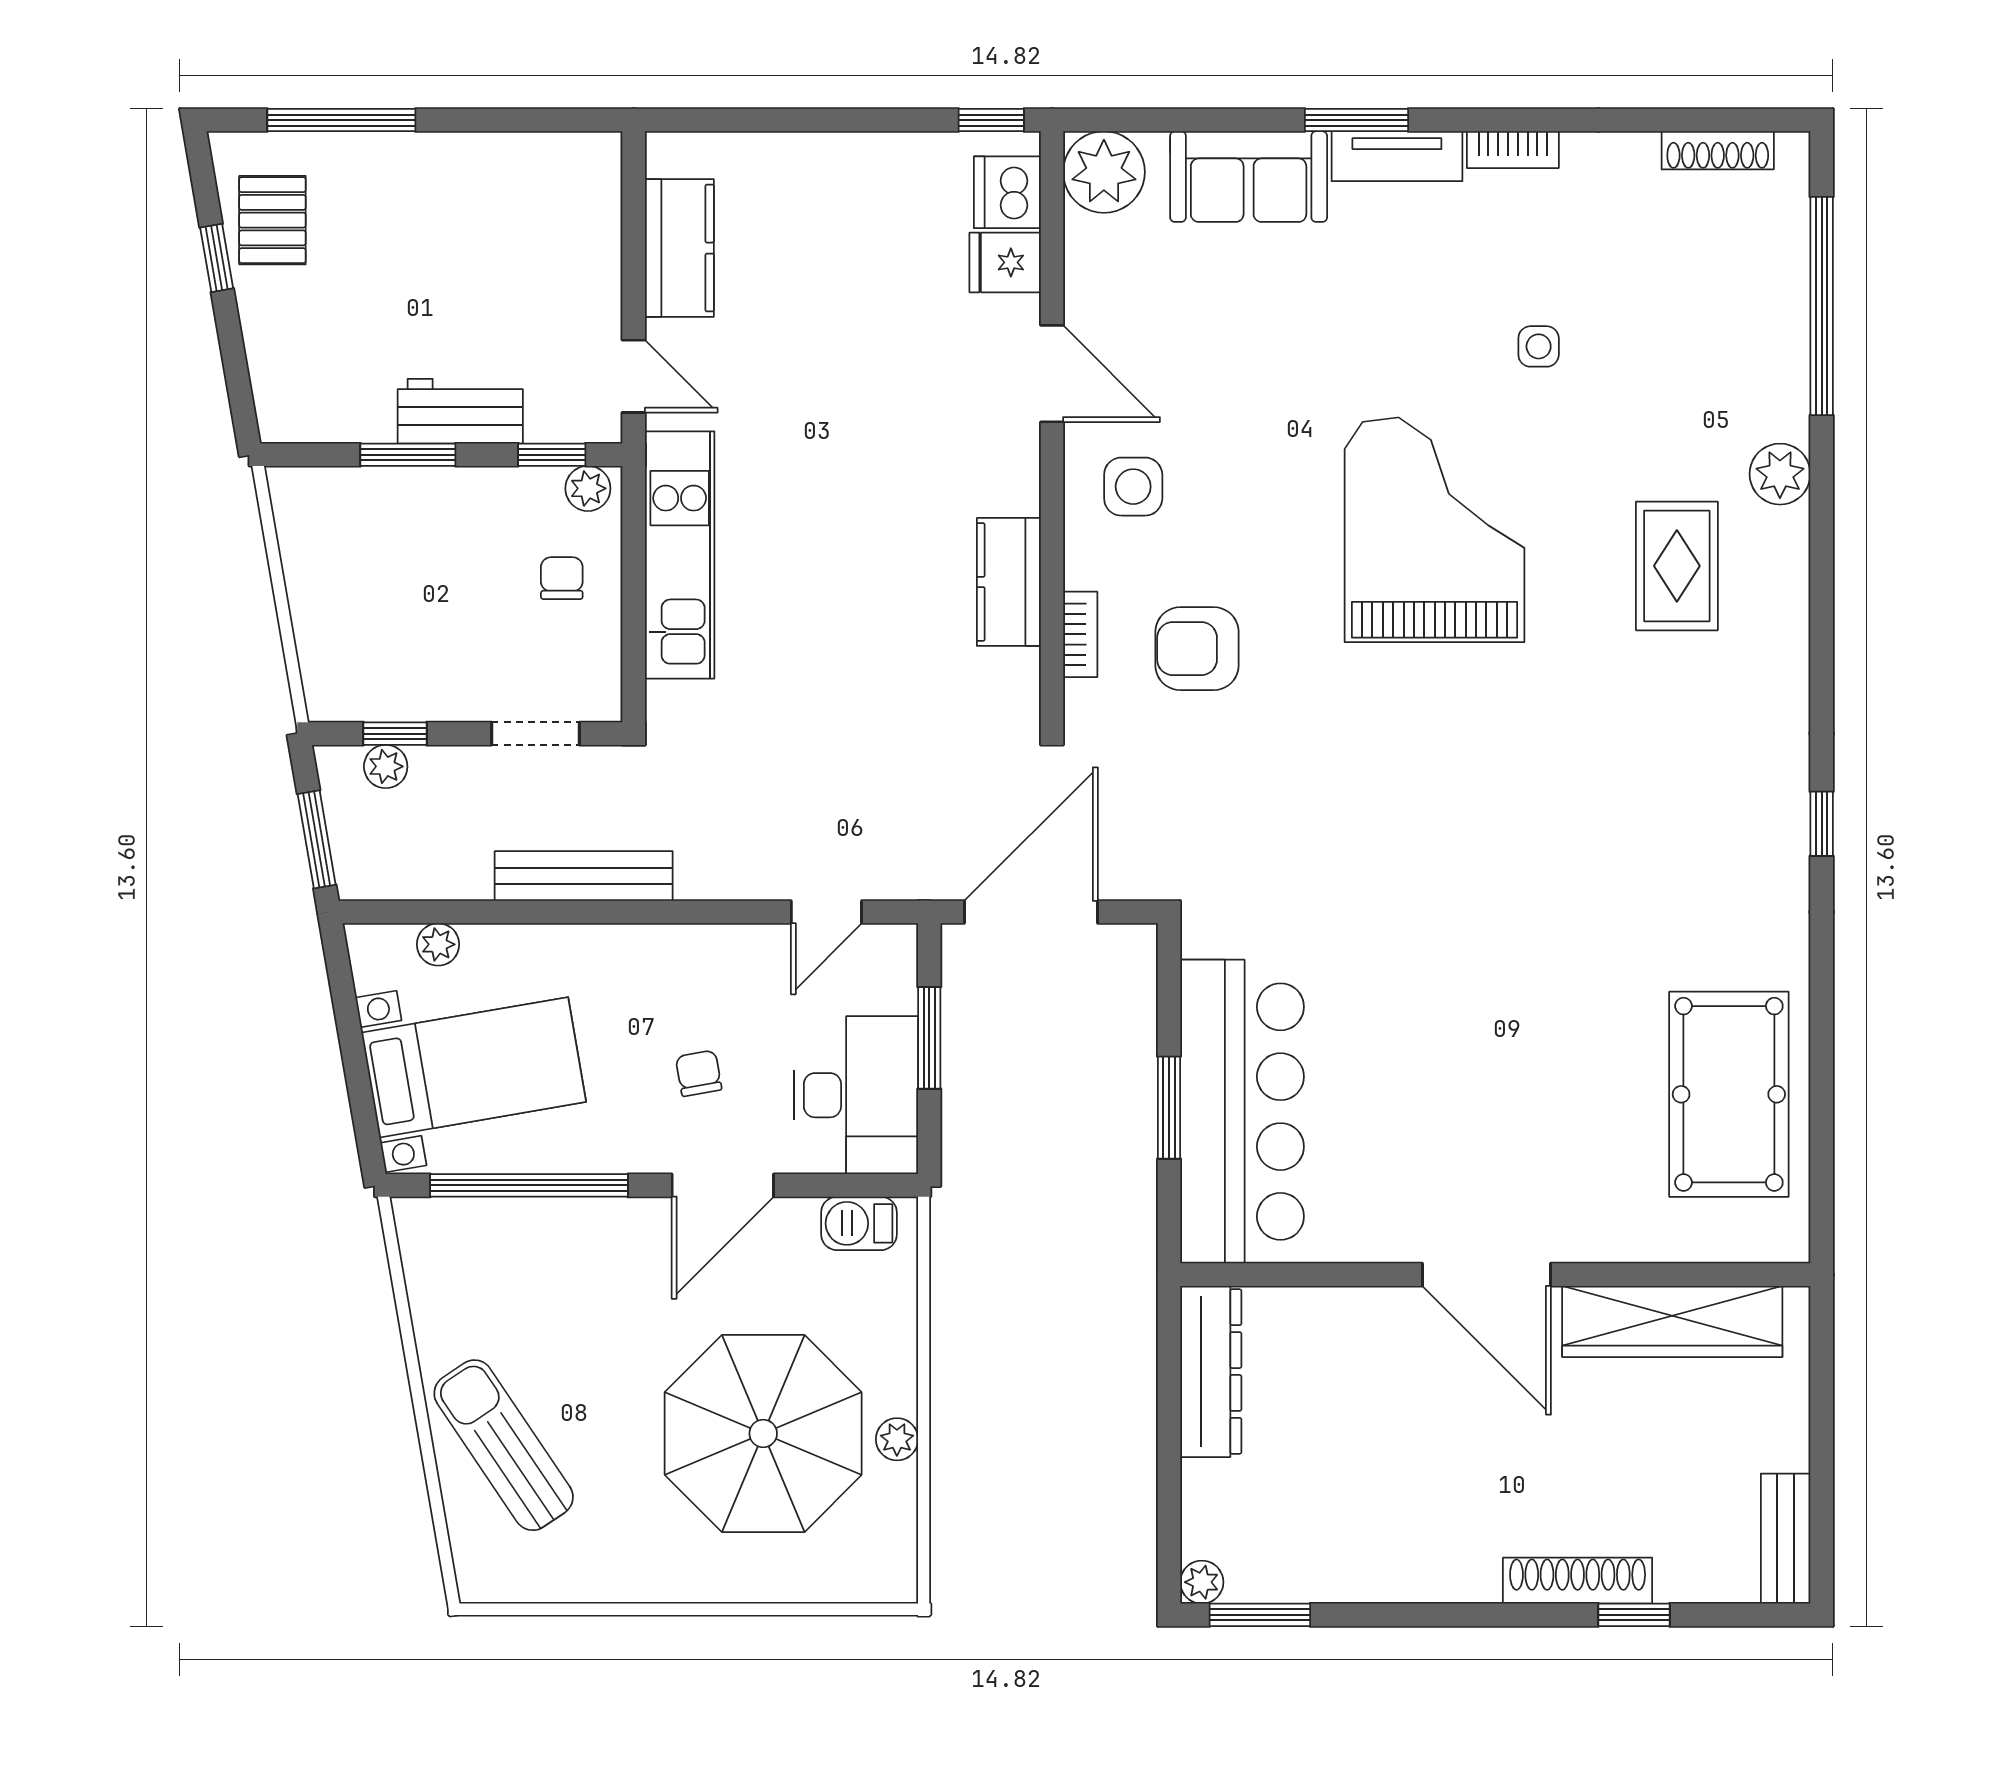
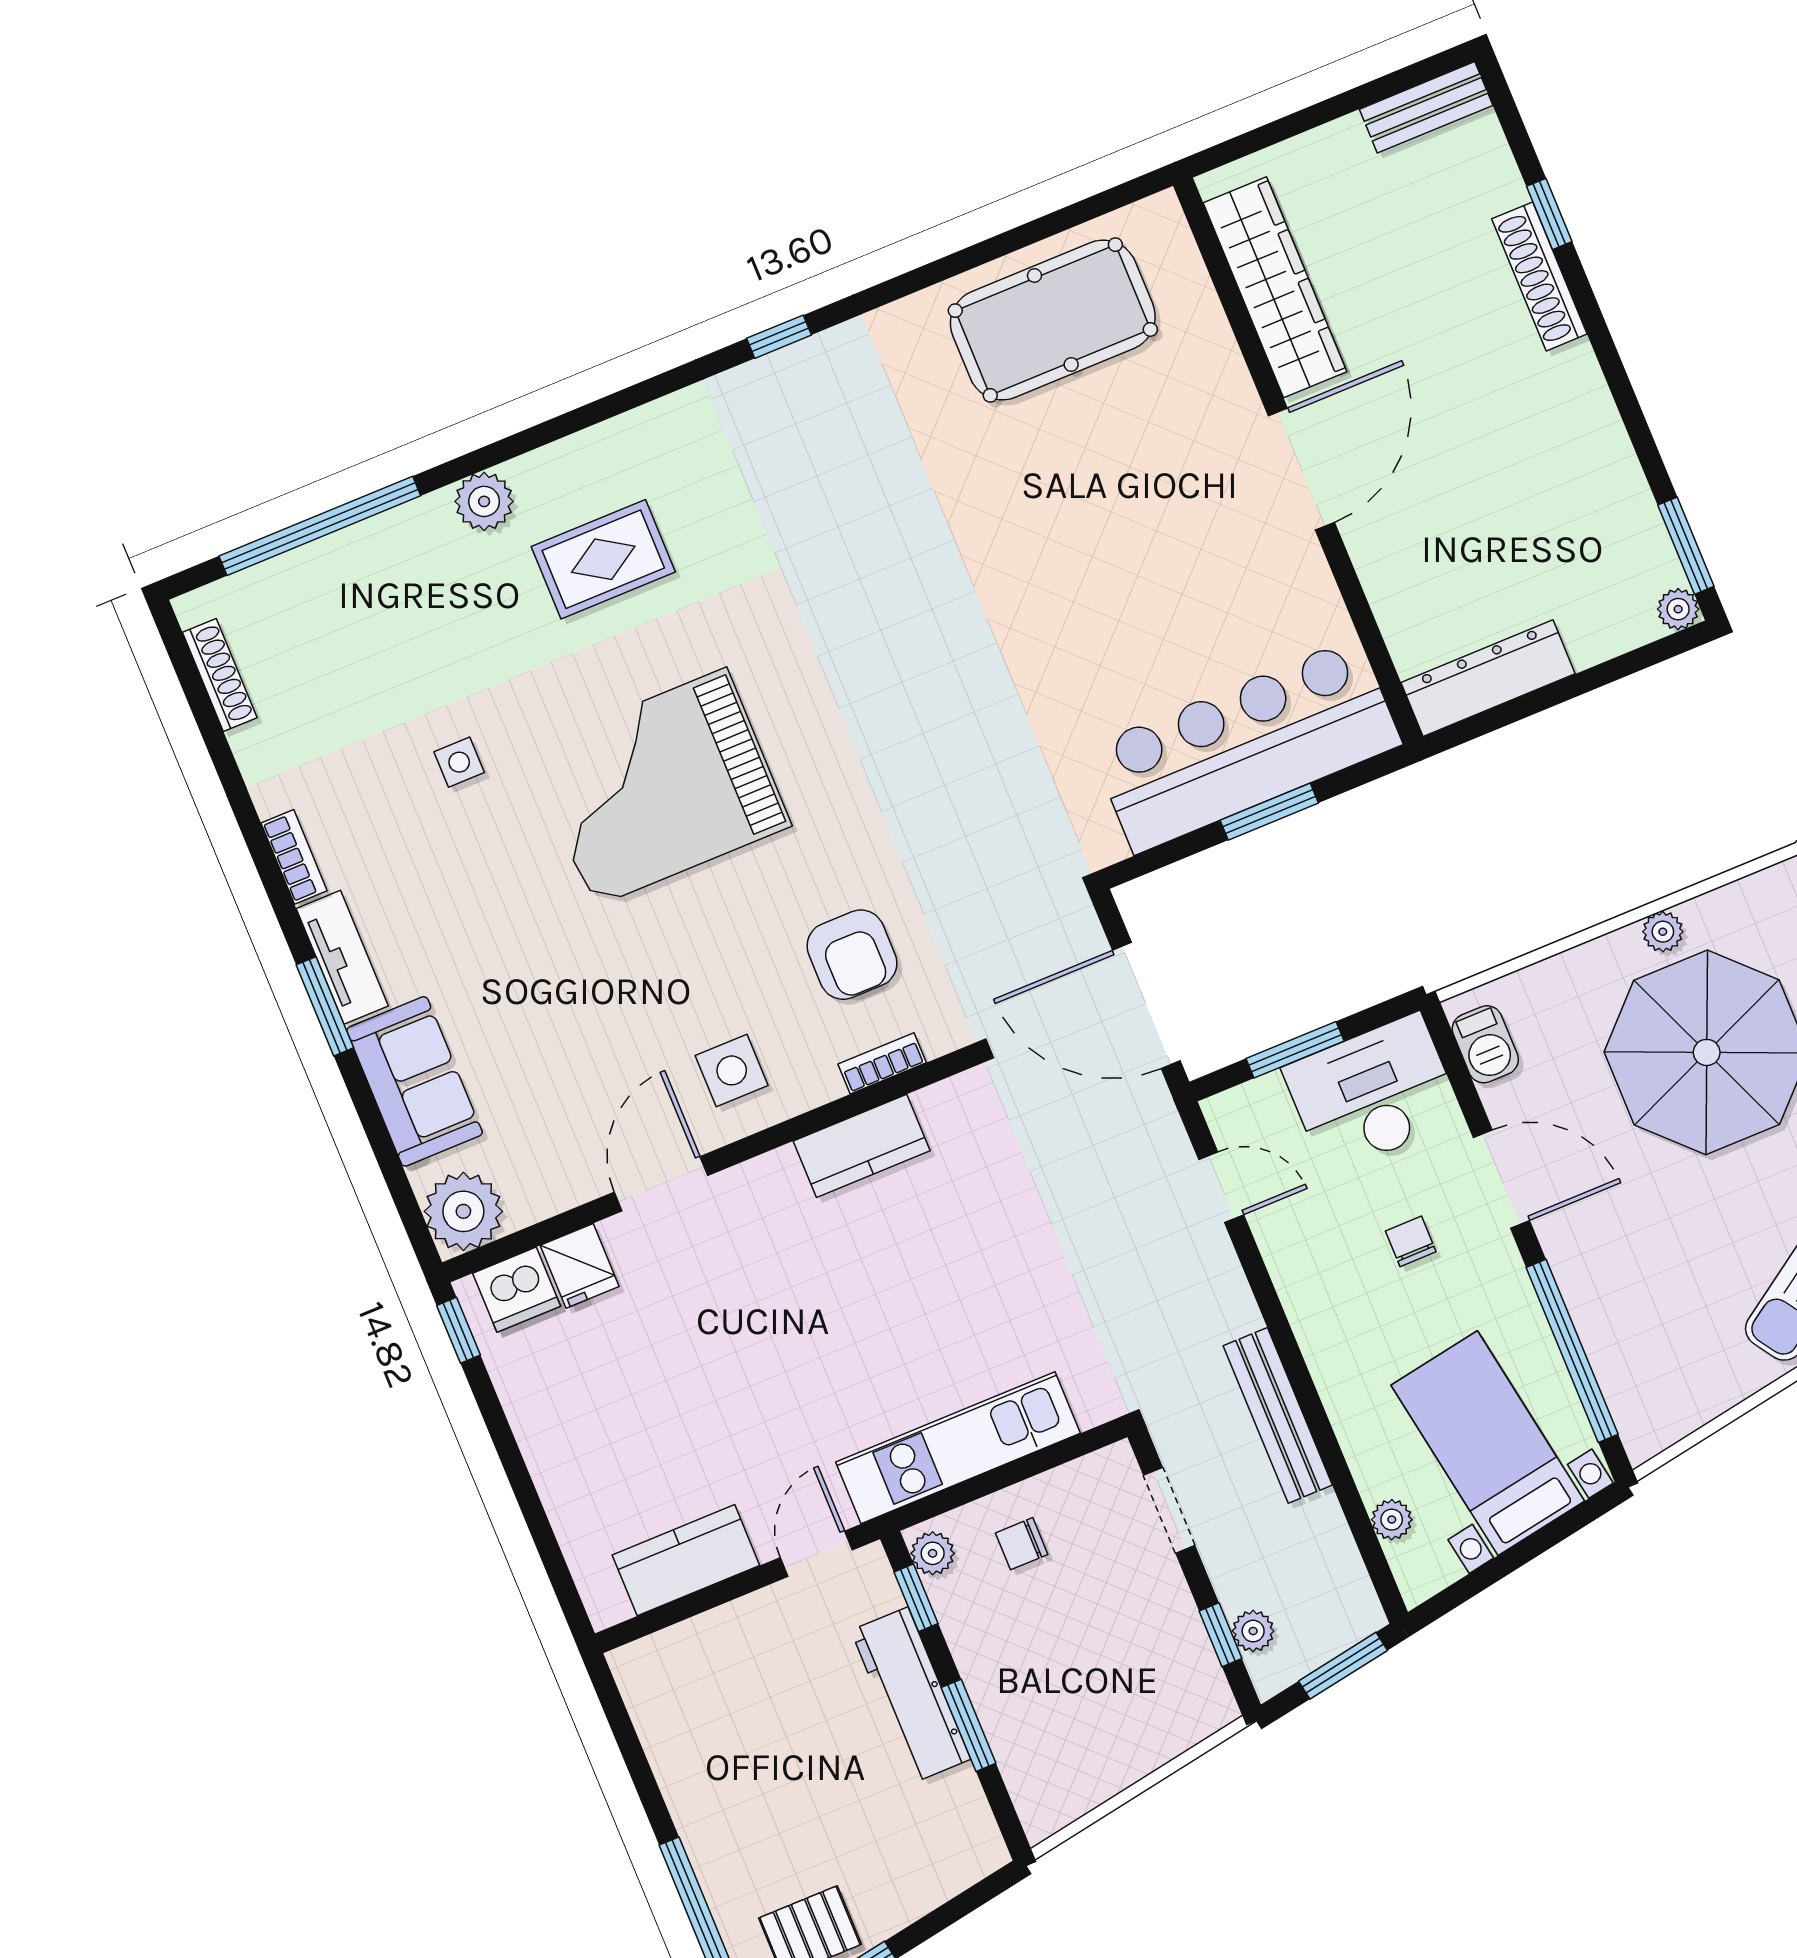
workbench: (460, 411) -> (911, 1695), width x1.38
chair: (699, 1073) -> (1411, 1241), turned 100

